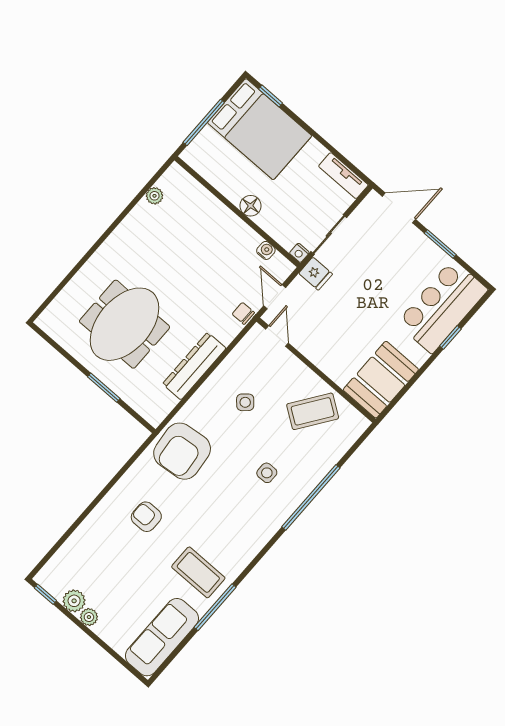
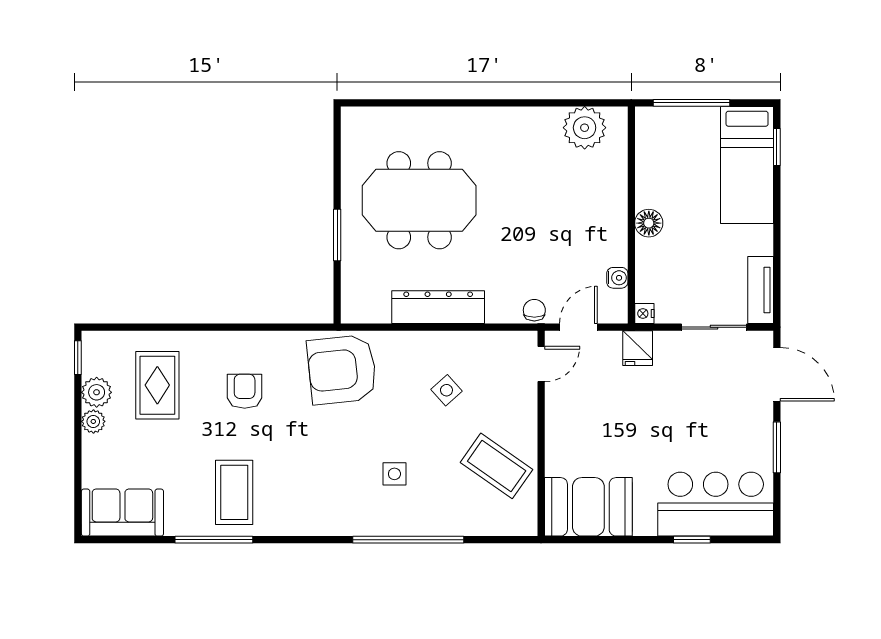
bed: (260, 129) -> (747, 165), width x0.67
plant: (154, 196) -> (585, 128), width x1.87, depth x1.87
sliding door: (329, 235) -> (714, 327), moved
rug: (100, 563) -> (157, 385), added
sofa: (162, 637) -> (122, 513), width x0.73

